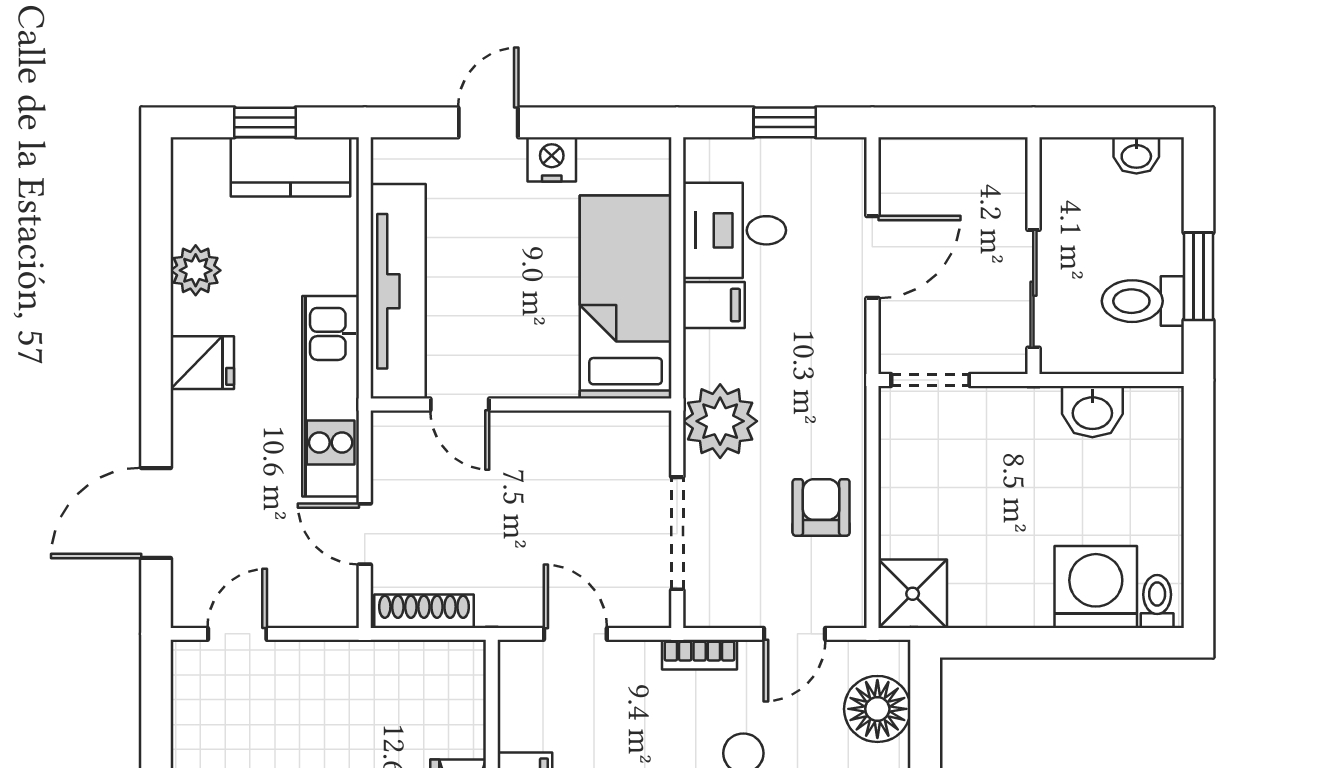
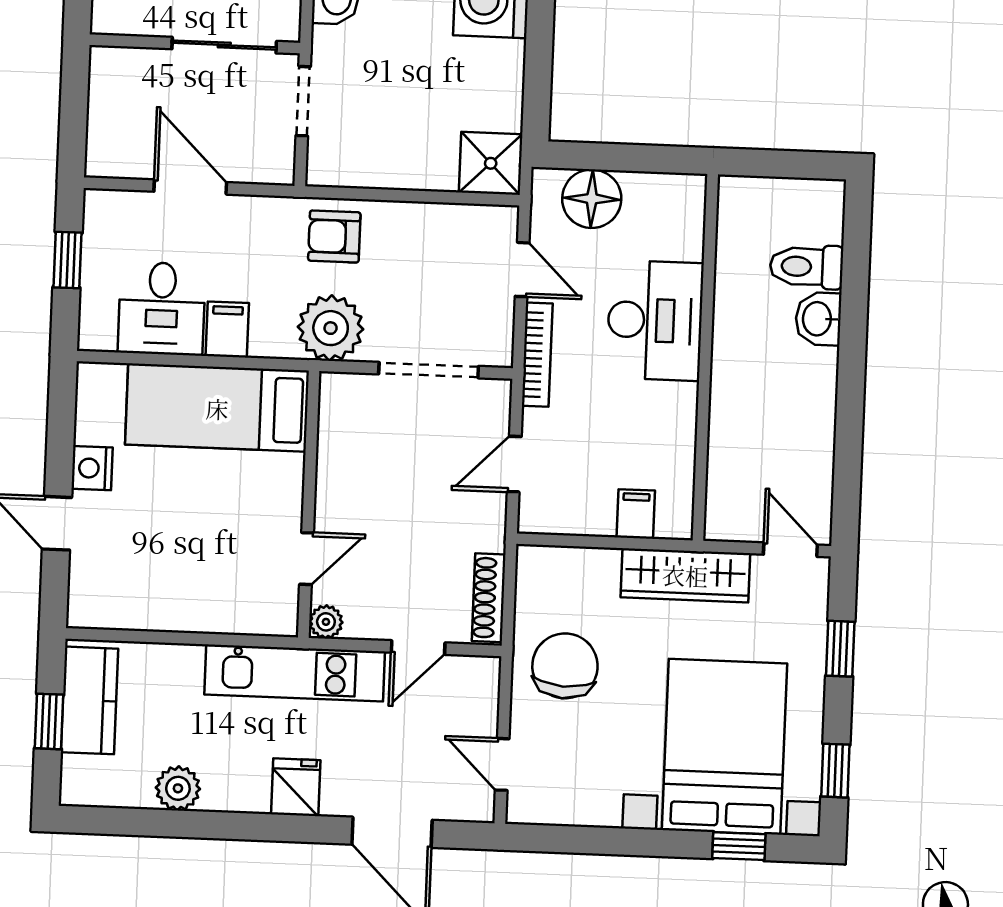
tv unit: (398, 291) -> (204, 609), removed
fridge: (202, 363) -> (296, 787), moved
doorway: (930, 380) -> (303, 101), moved
plant: (390, 429) -> (326, 622), added
armchair: (821, 507) -> (334, 236), moved
bookcase: (700, 655) -> (537, 355), width x1.56
chair: (351, 700) -> (565, 666), added

